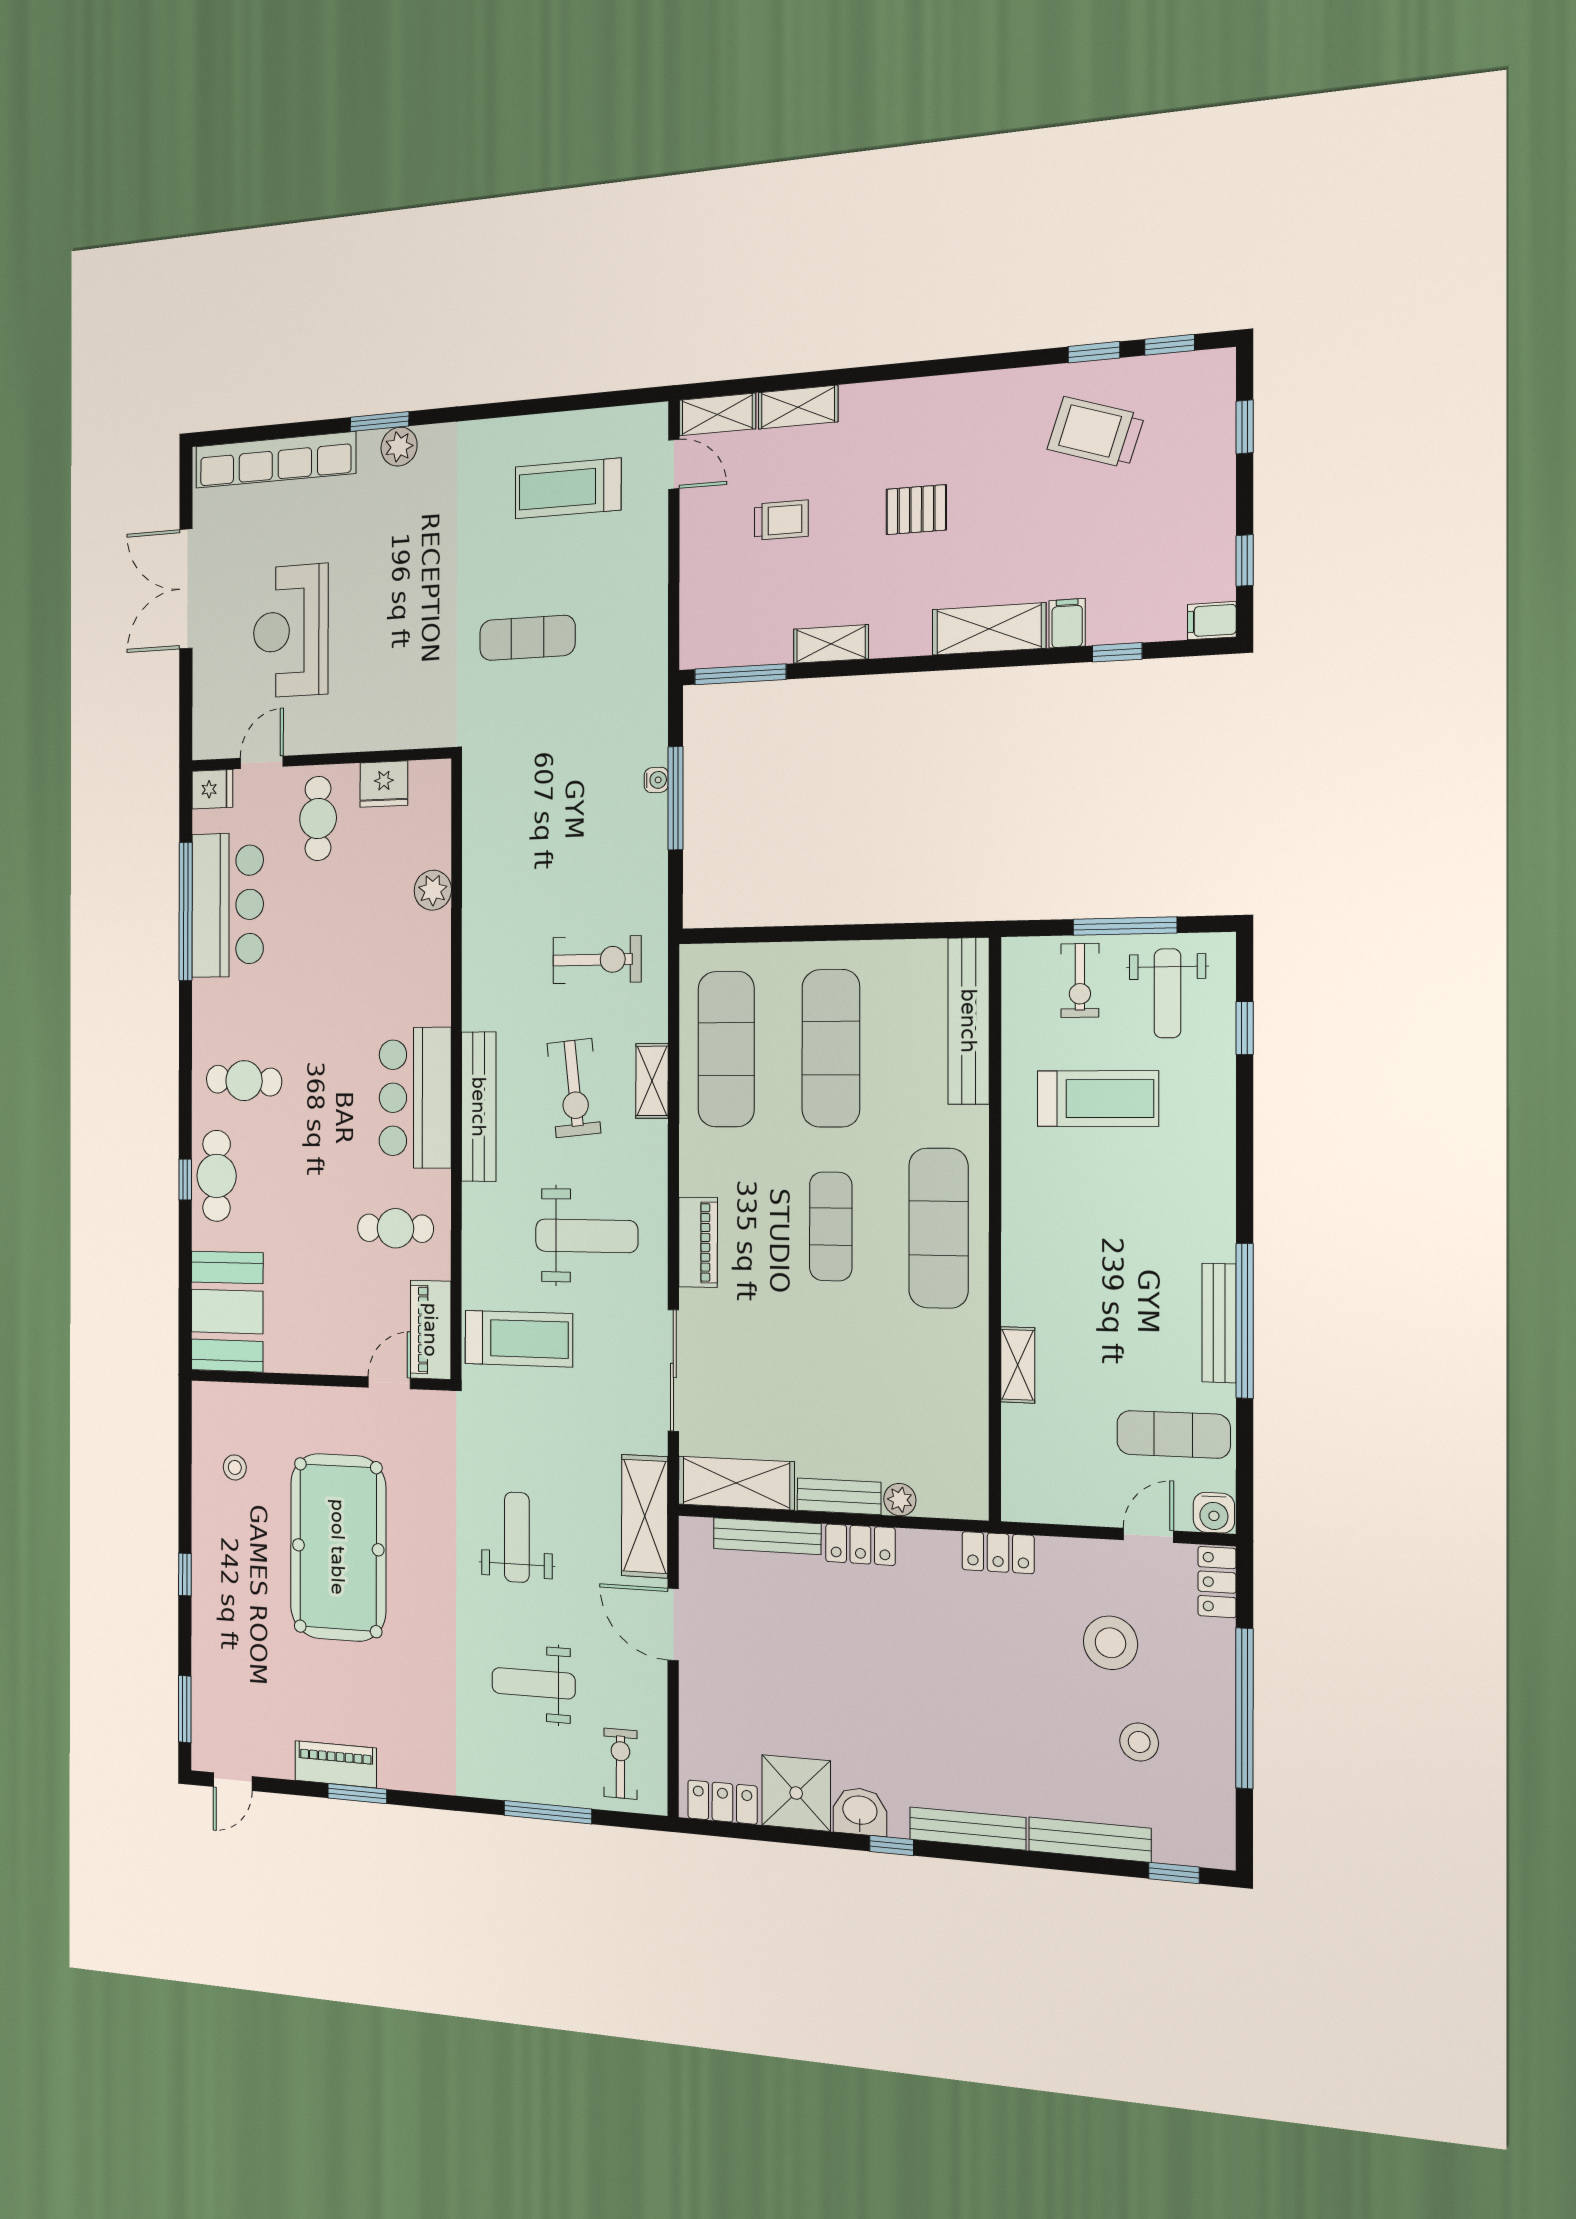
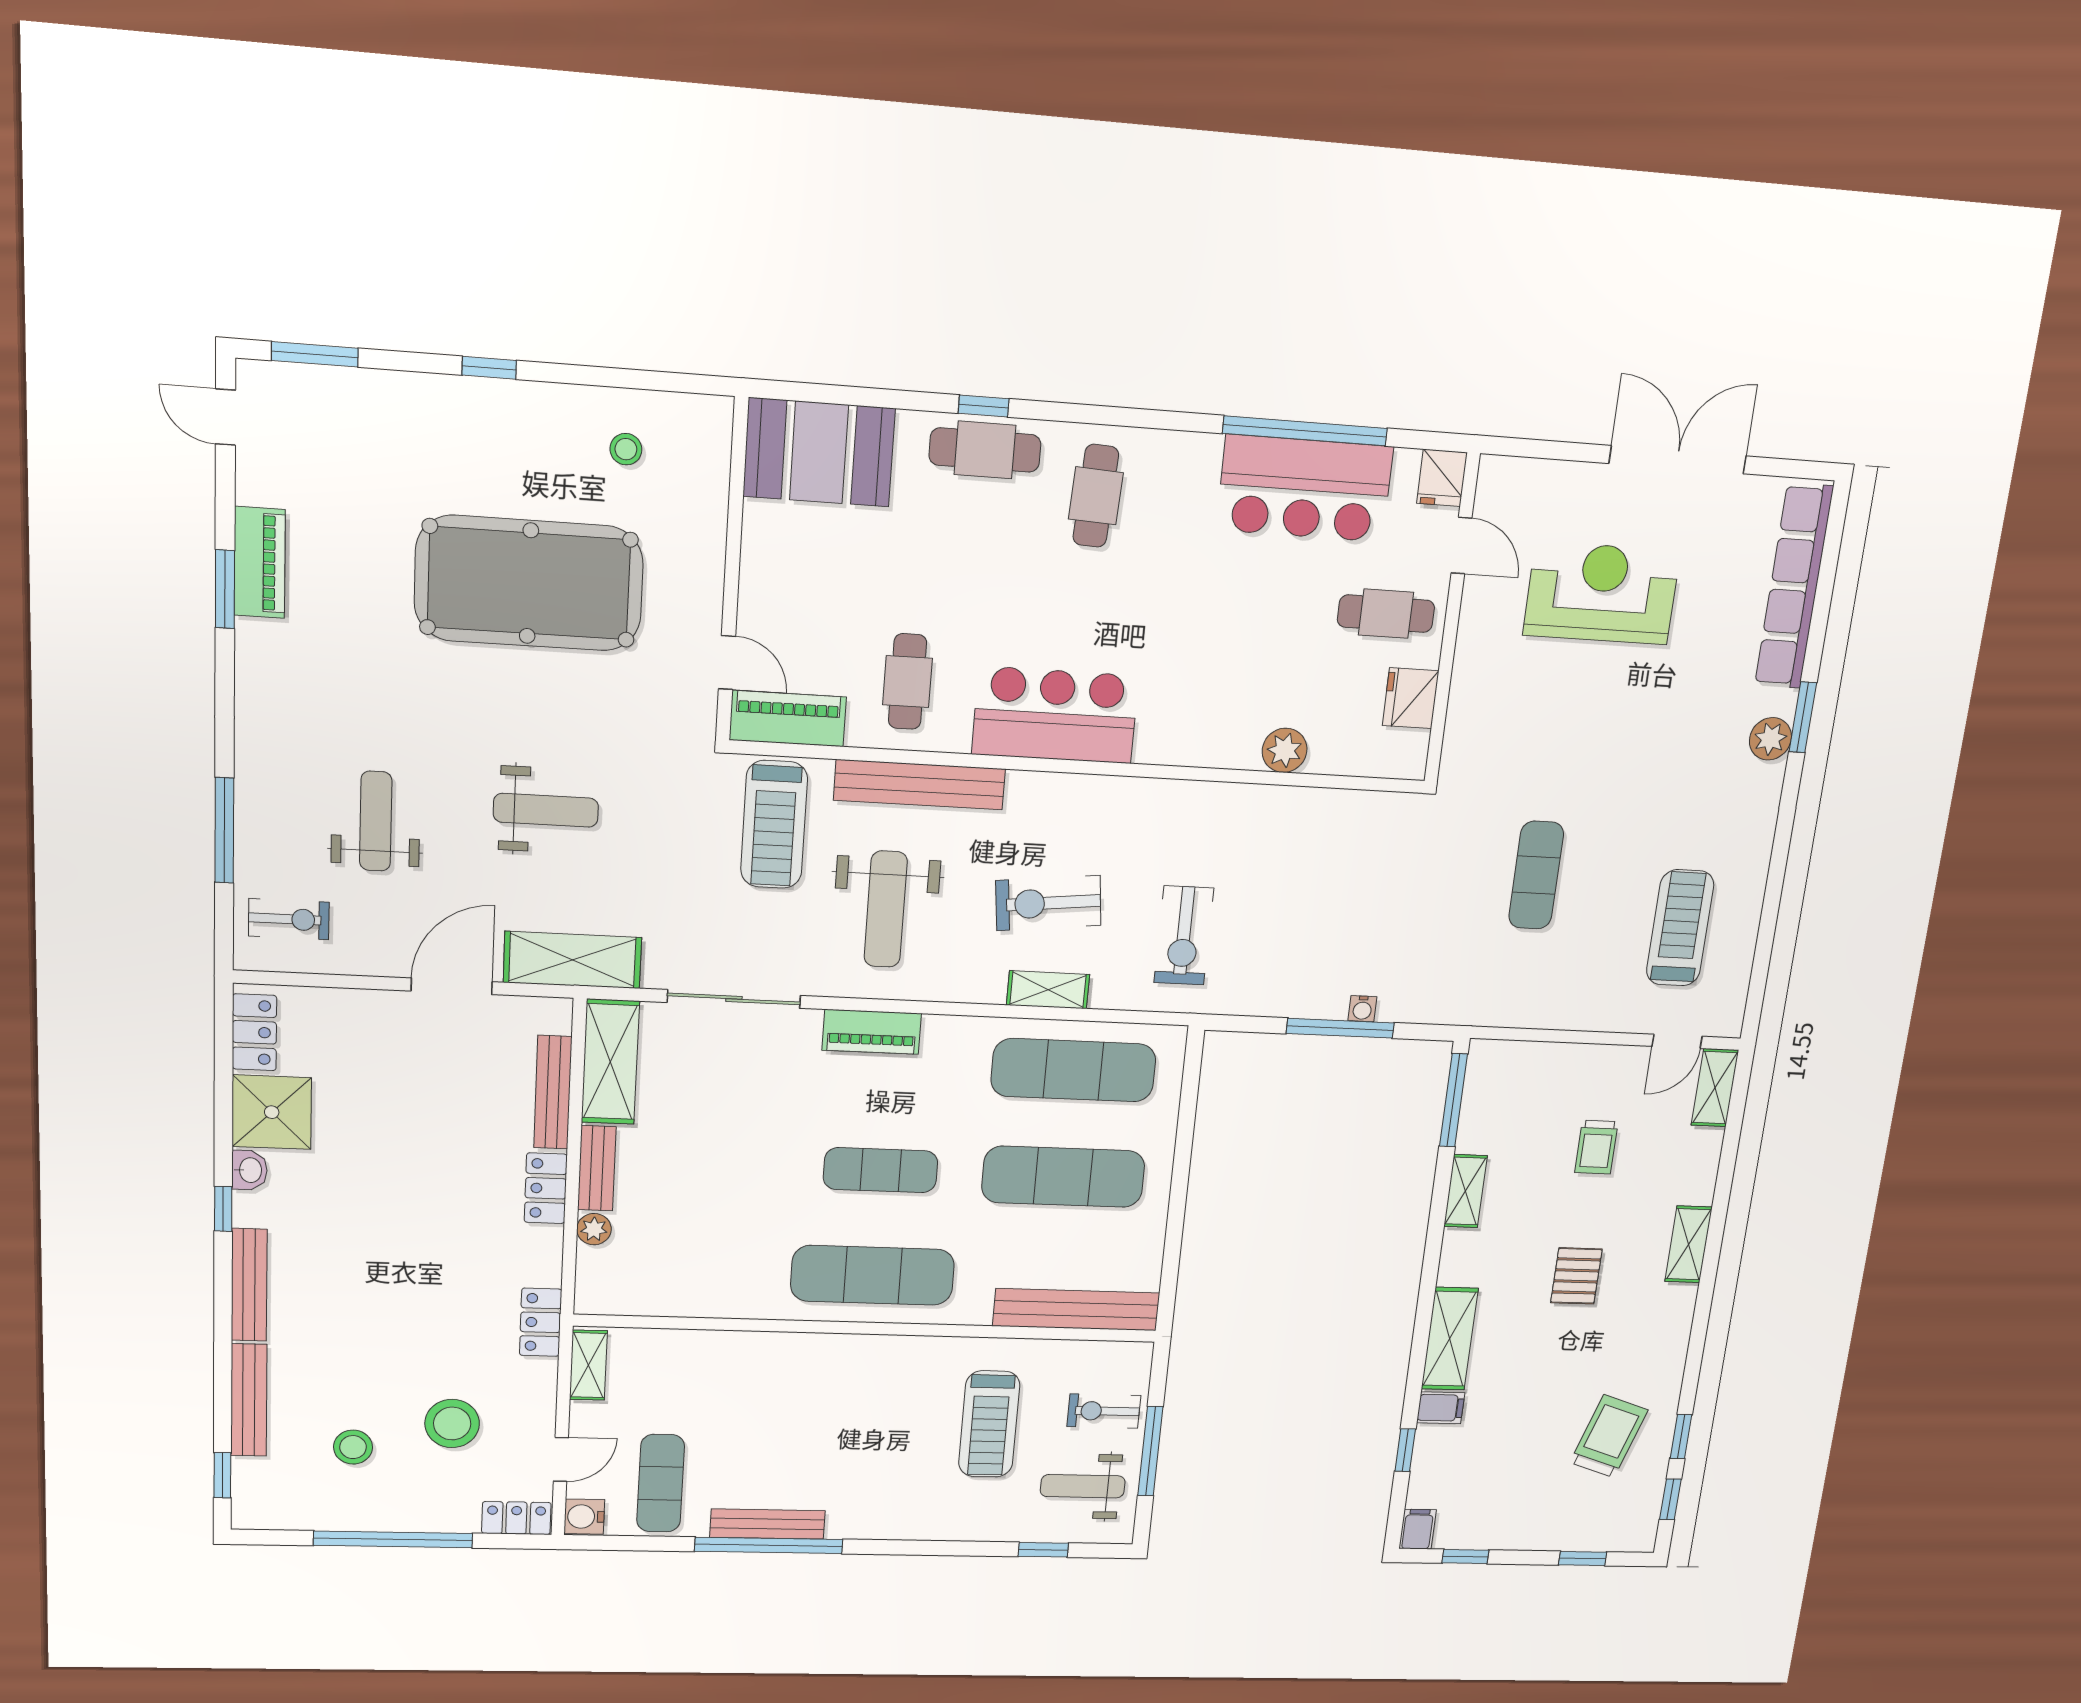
shelving: (798, 407) -> (1688, 1244), moved
bench: (479, 1107) -> (920, 785), moved
shelving: (1018, 1365) -> (588, 1365), moved, turned 90
door: (1148, 1535) -> (561, 1459), hinge flipped
washbasin: (860, 1812) -> (250, 1170), width x0.72, depth x0.69

